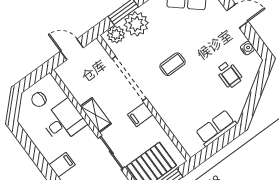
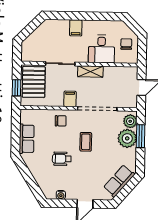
wheelchair: (229, 74) -> (62, 159), moved
chair: (171, 107) -> (61, 121), added

